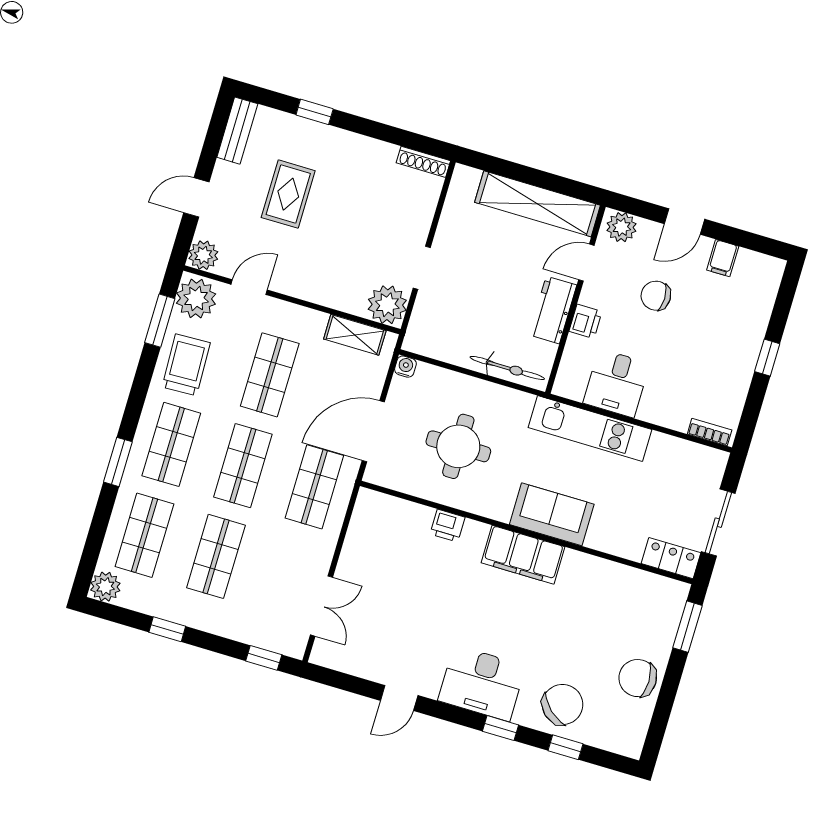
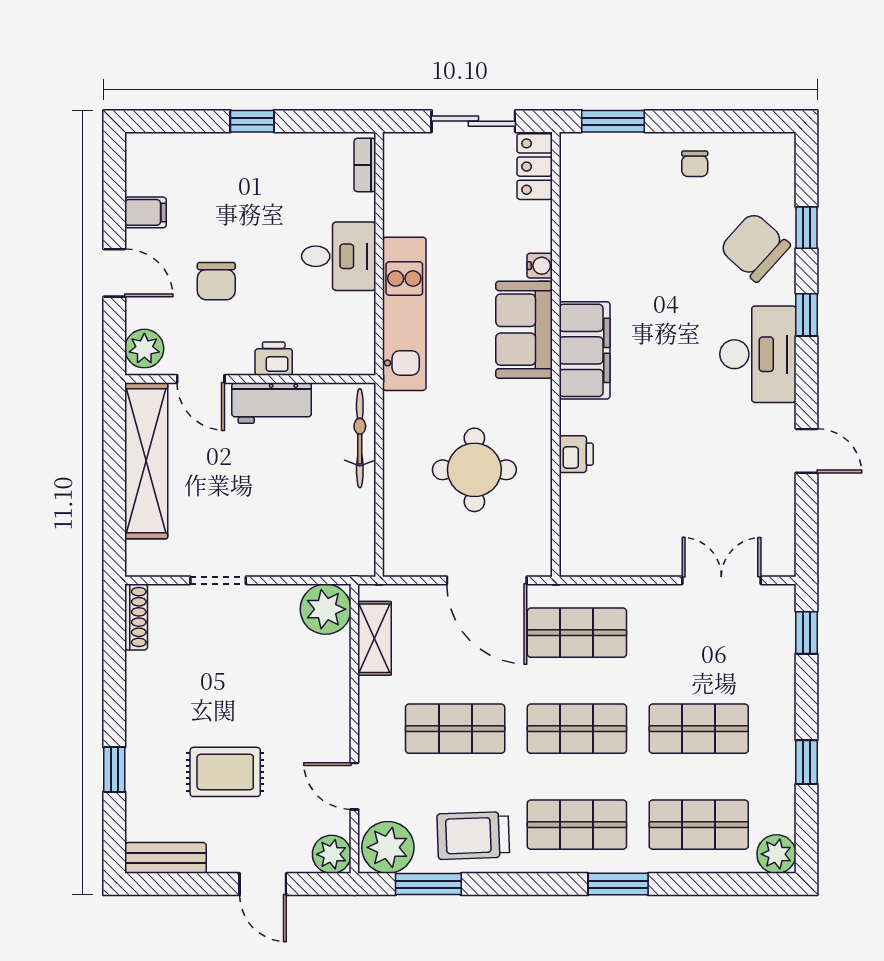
doorway: (422, 268) -> (218, 580), moved
water cooler: (405, 367) -> (540, 266), moved, turned 180
desk: (616, 383) -> (339, 256), moved
chair: (638, 678) -> (695, 164), width x0.54, depth x0.54

